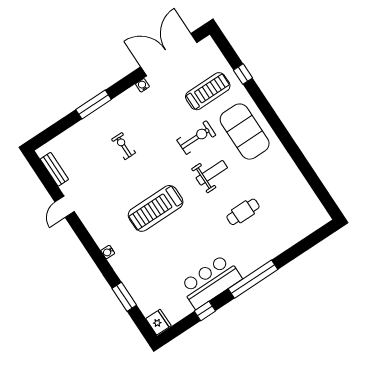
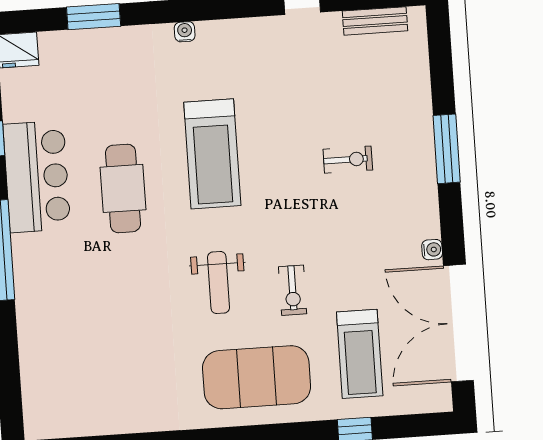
double door: (169, 55) -> (458, 323), swing flipped
exercise bike: (196, 138) -> (293, 290), width x0.73, depth x0.72
treadmill: (156, 208) -> (212, 154), turned 180
cafe table: (243, 212) -> (123, 188), moved, width x1.37, depth x1.35

